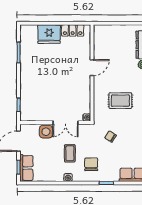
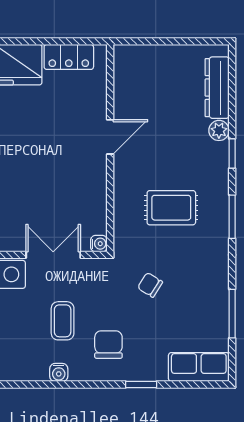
double door: (65, 123) -> (53, 255), swing flipped

